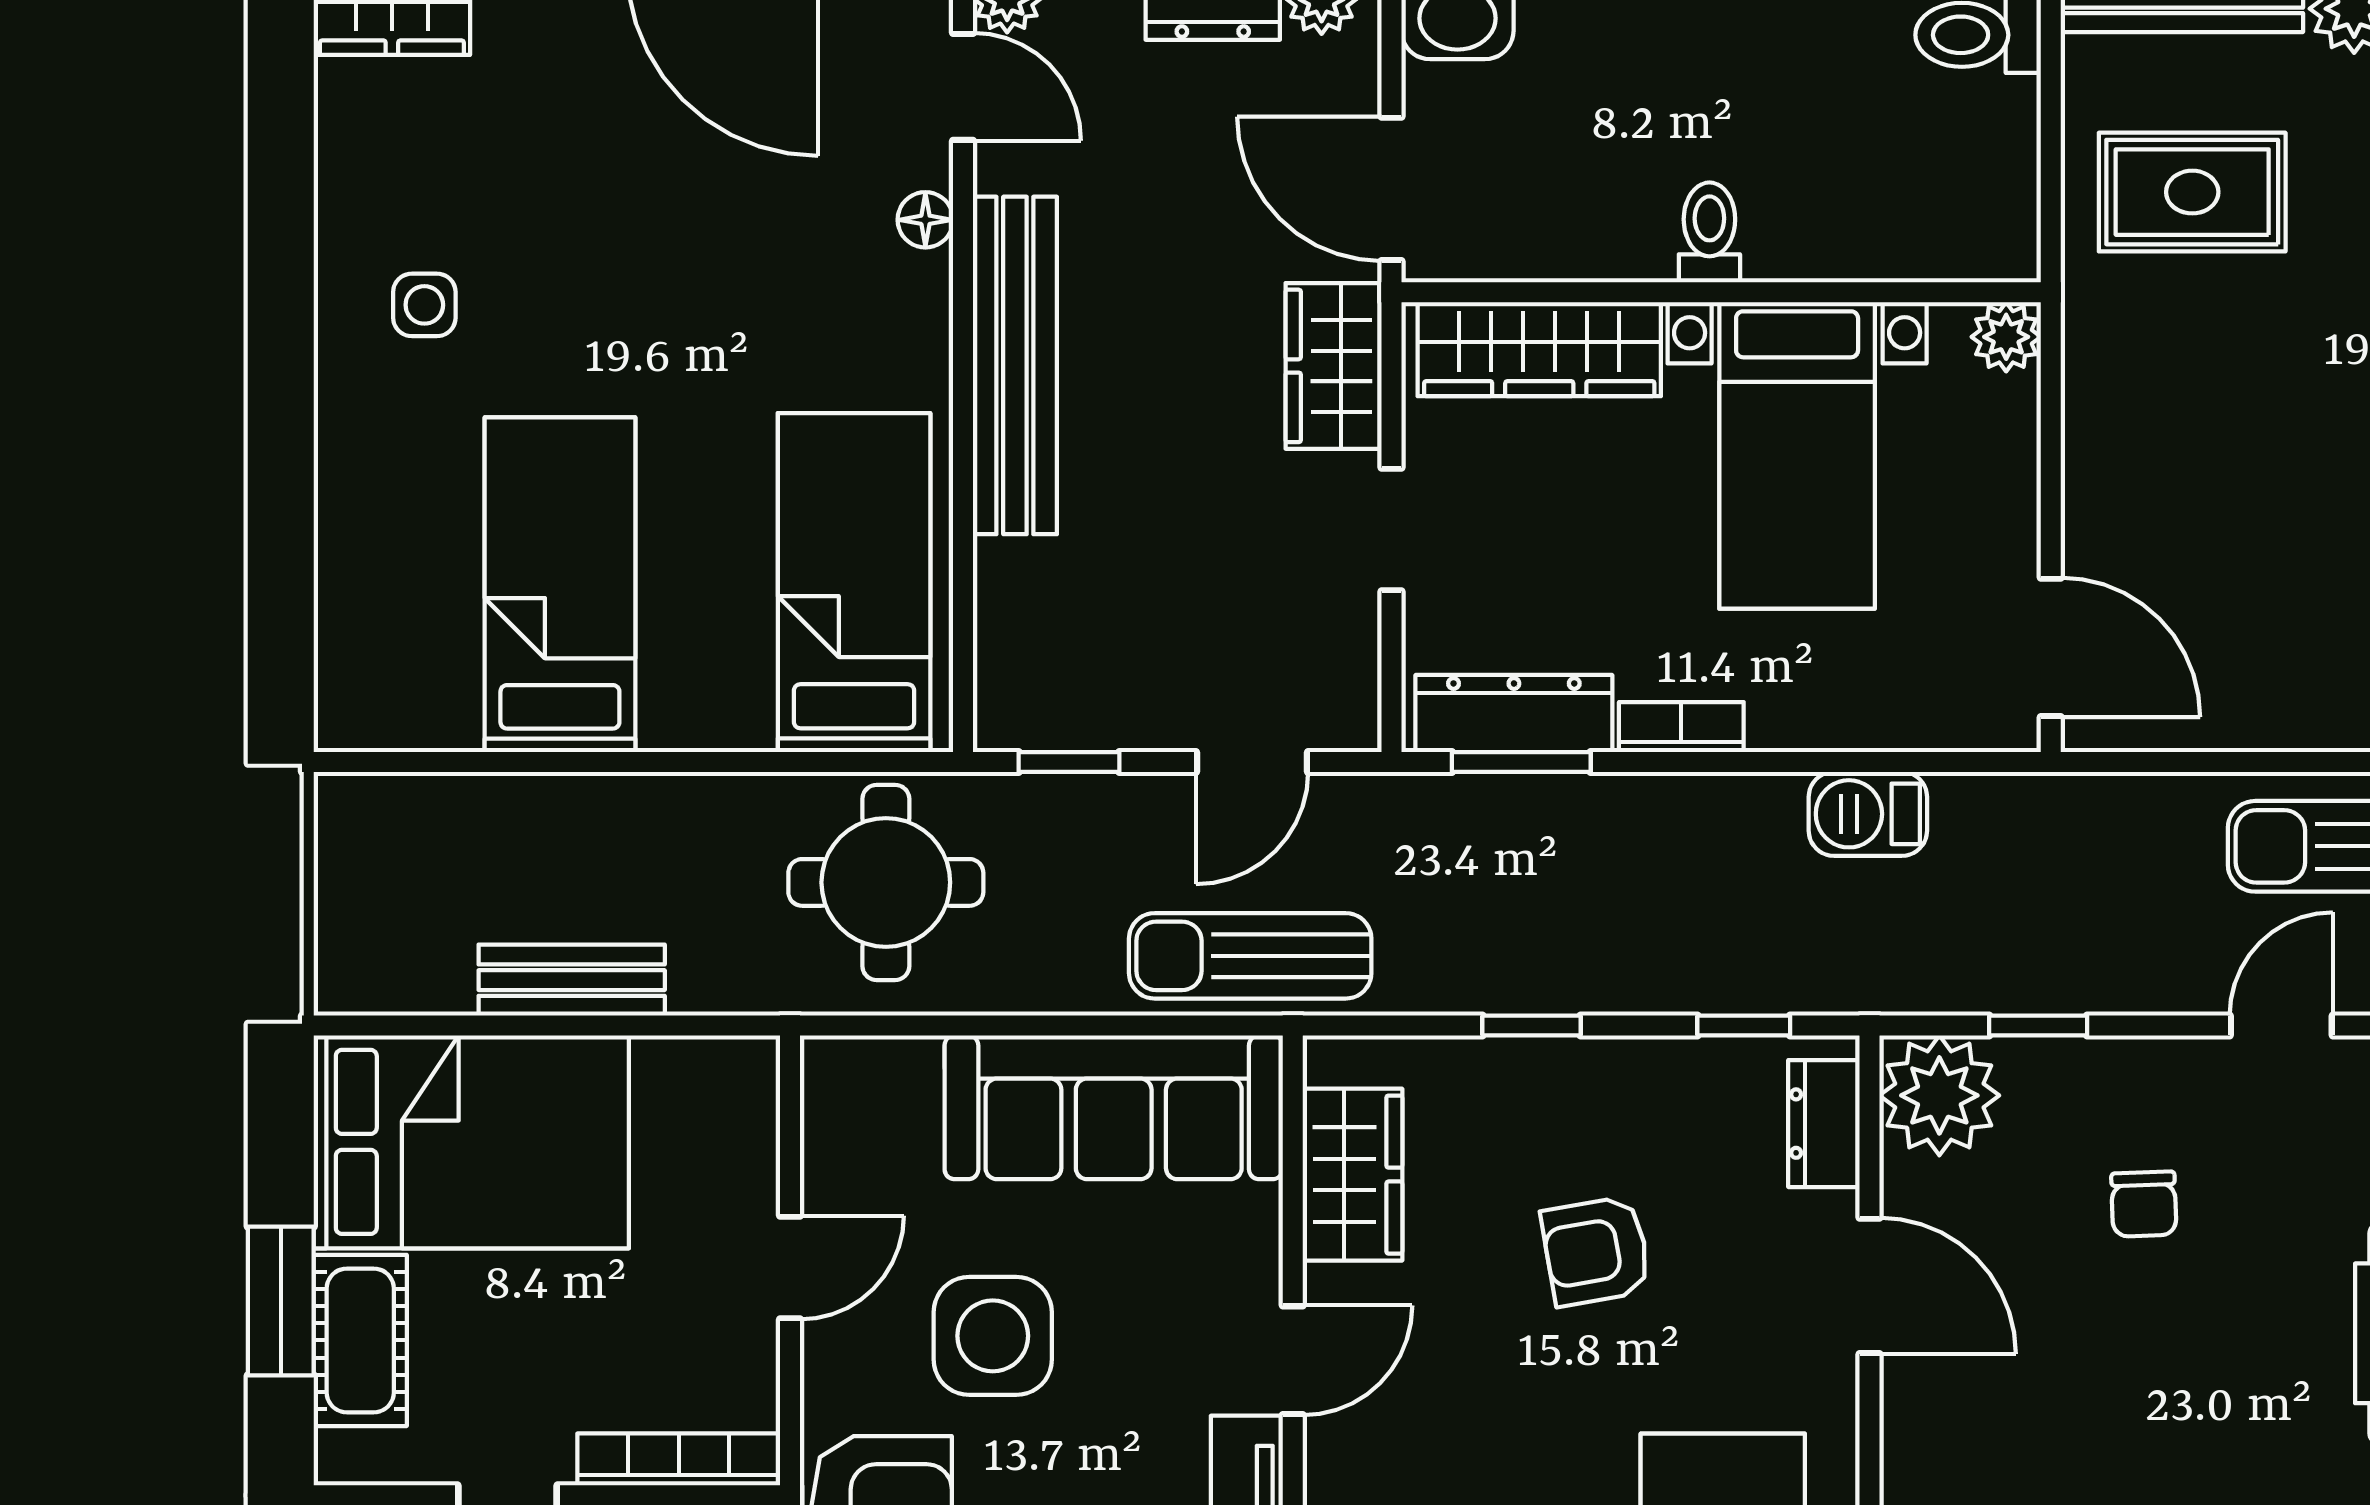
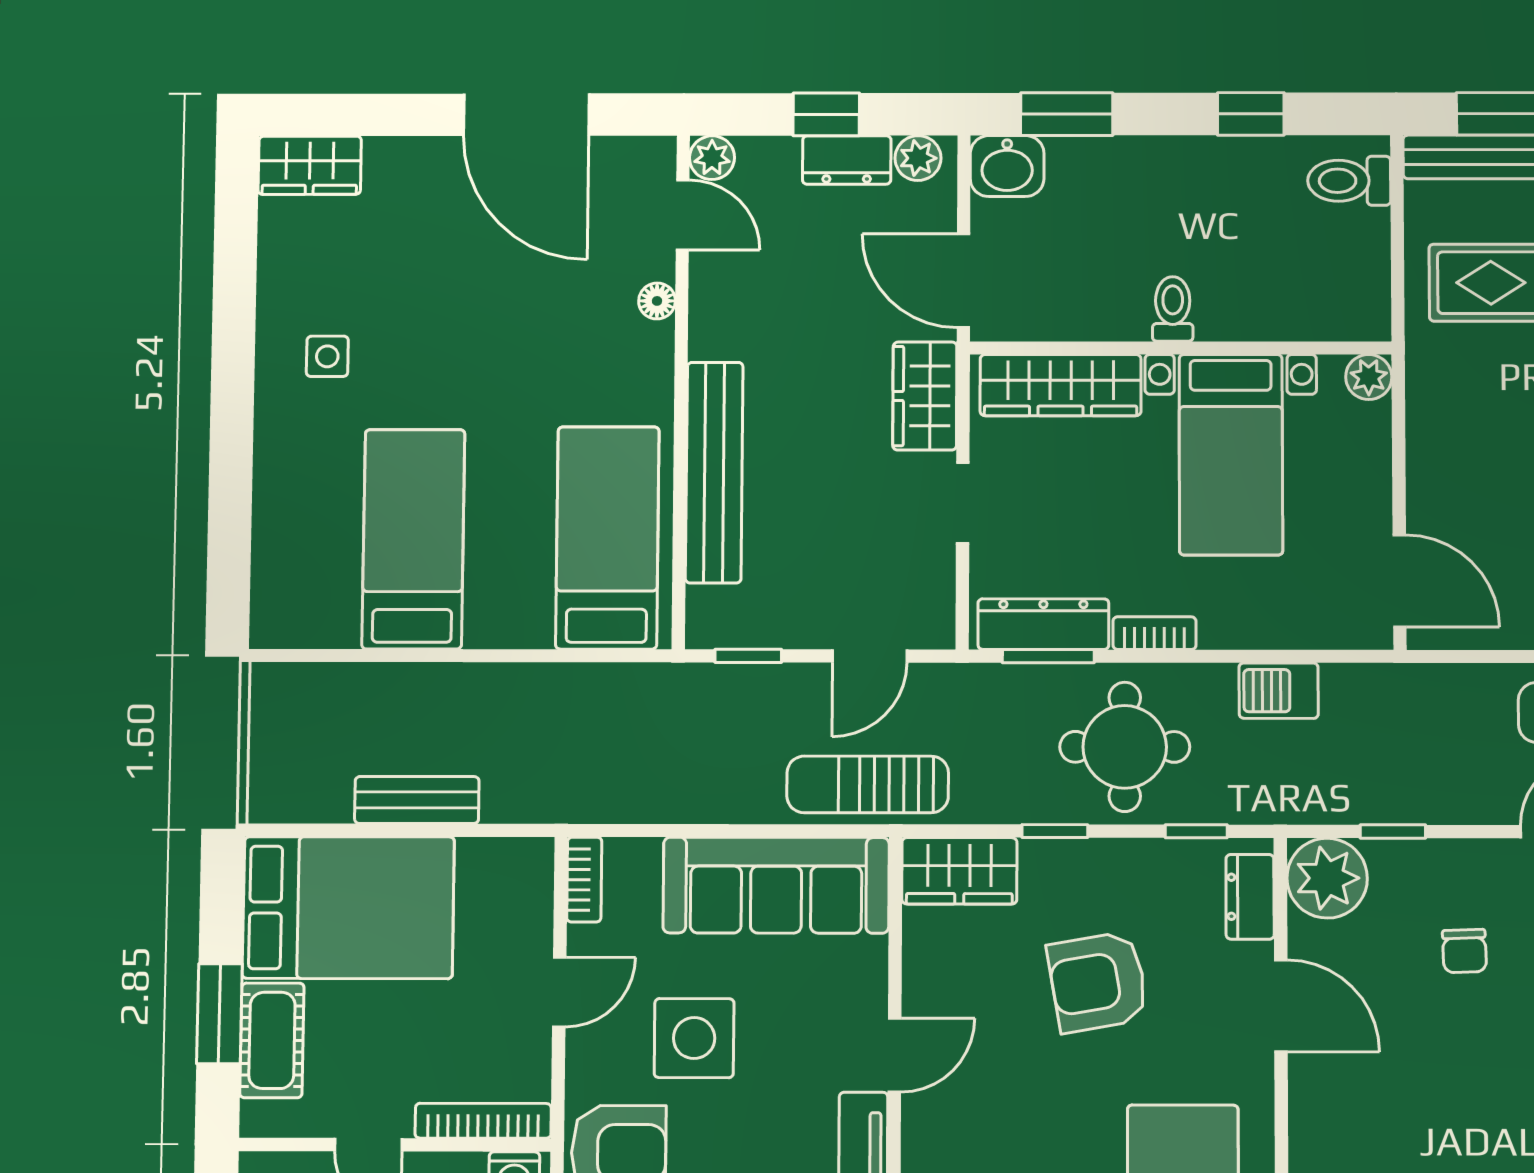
bench: (1015, 365) -> (714, 472), moved
round table: (886, 882) -> (1125, 747), moved
bookcase: (825, 1099) -> (584, 880), added
wardrobe: (1352, 1175) -> (959, 871), moved, turned 90
armchair: (1596, 1251) -> (1098, 982), width x1.38, depth x1.38

